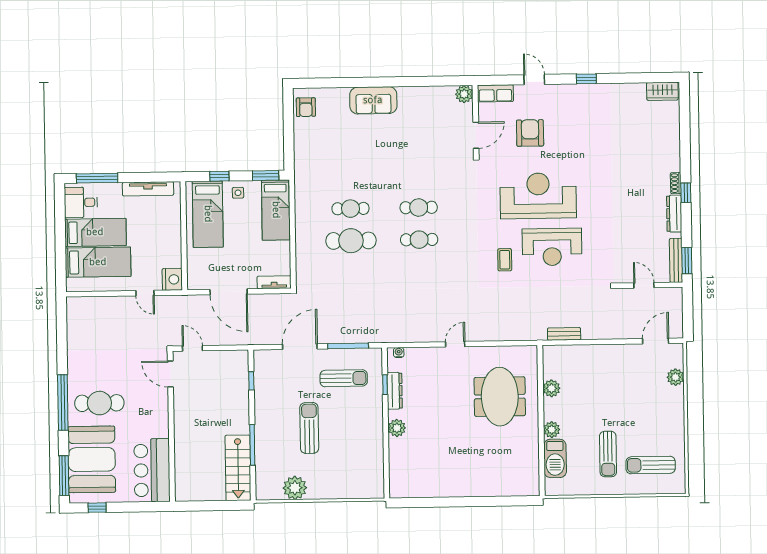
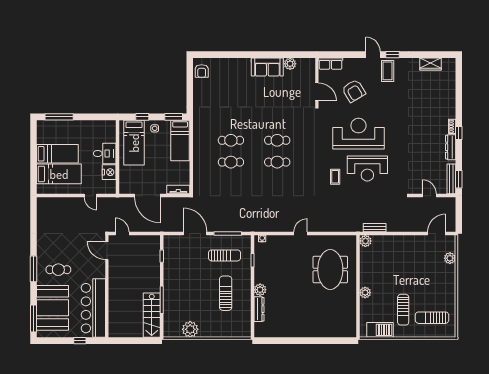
door: (534, 80) -> (373, 55), moved
wardrobe: (662, 91) -> (430, 64), moved
plant: (464, 94) -> (290, 64), moved
sofa: (373, 100) -> (267, 67), moved
coffee table: (580, 103) -> (388, 71), added
armchair: (530, 133) -> (354, 91), turned 149
door: (476, 135) -> (317, 92), hinge flipped
tv unit: (148, 189) -> (94, 125), removed
desk: (81, 202) -> (105, 153), moved, turned 180
cafe table: (351, 241) -> (231, 162), width x0.73, depth x0.74
nightstand: (172, 279) -> (109, 172), moved
door: (300, 347) -> (195, 233), hinge flipped
plant: (551, 388) -> (365, 241), moved
dresser: (395, 391) -> (259, 309), moved
window: (63, 402) -> (34, 269), width x0.68
cafe table: (99, 403) -> (58, 270), width x0.73, depth x0.74
sun lounger: (309, 428) -> (226, 293), moved
barbecue: (555, 458) -> (380, 330), moved, turned -90
bar counter: (152, 470) -> (93, 308), width x1.36
window: (97, 508) -> (80, 341), moved

